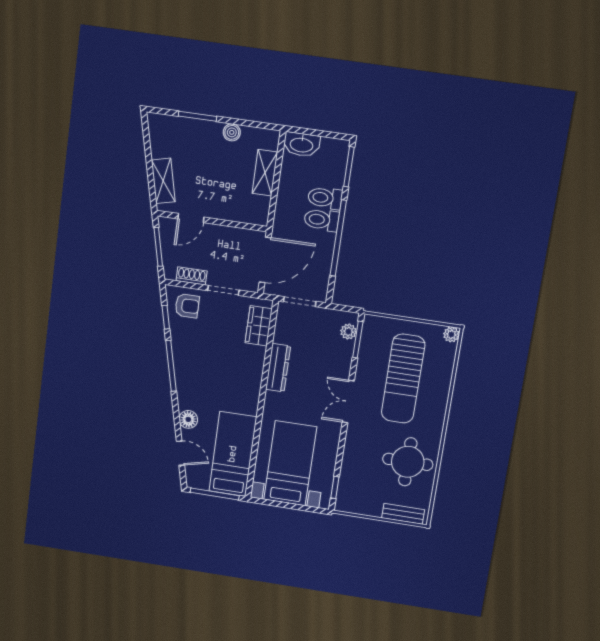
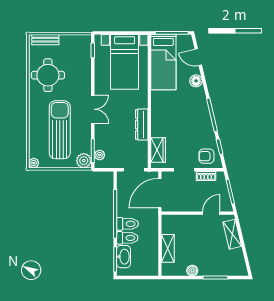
washbasin: (302, 144) -> (124, 257), moved, turned 90
plant: (374, 327) -> (84, 161), added

